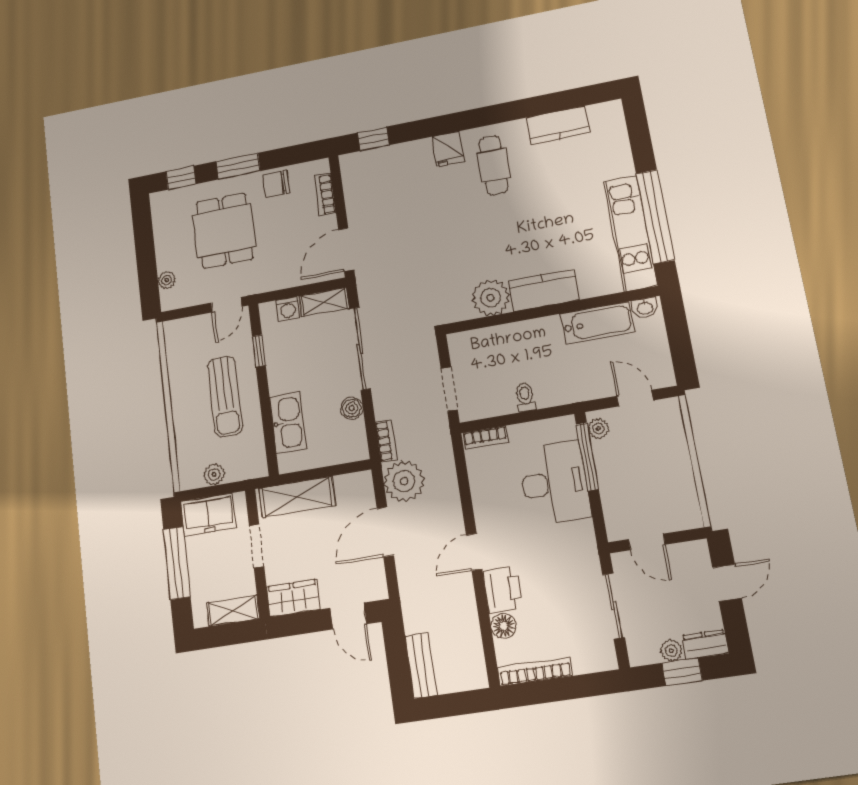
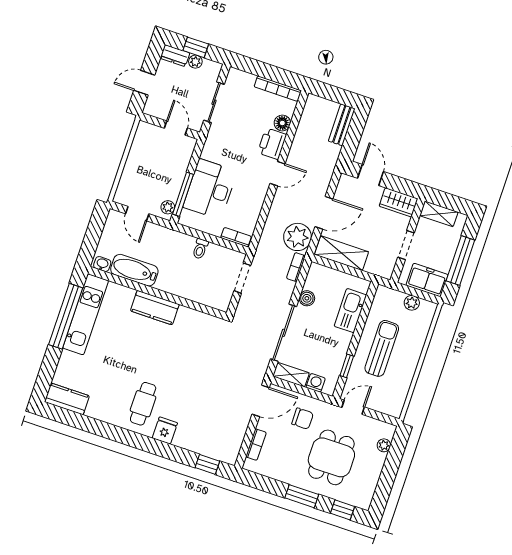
kitchen counter: (558, 125) -> (67, 399), moved
chair: (276, 184) -> (303, 419), moved
plant: (491, 298) -> (189, 321), removed
shelving: (297, 497) -> (342, 253), moved

